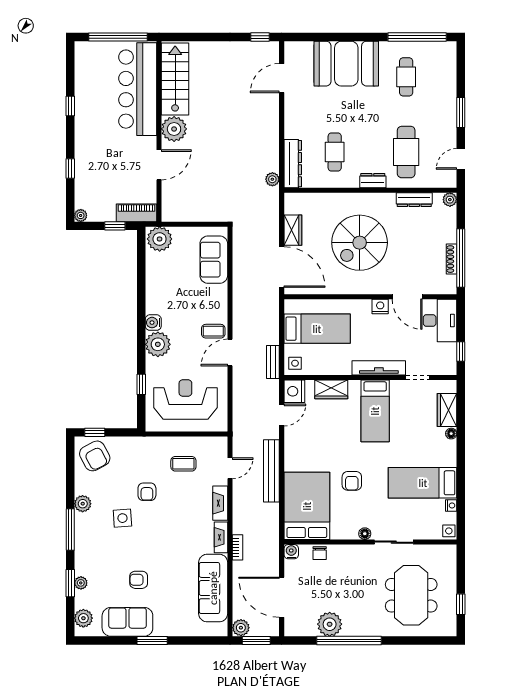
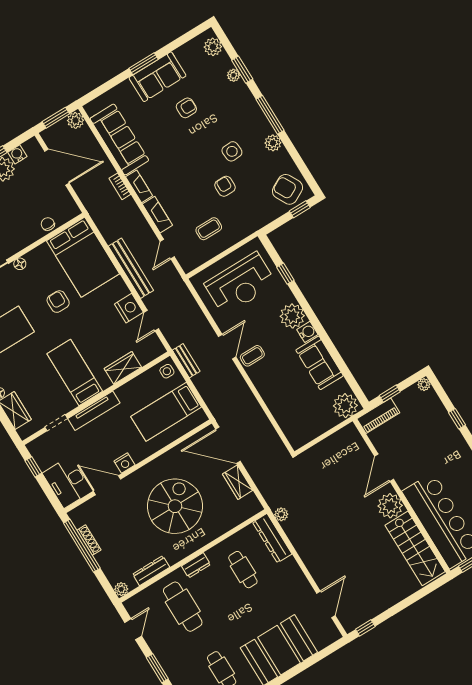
sofa: (214, 260) -> (320, 363), moved, turned 180
nightstand: (294, 391) -> (129, 308), moved
water cooler: (291, 552) -> (17, 154), moved, turned 180
sofa: (127, 622) -> (158, 77), moved

